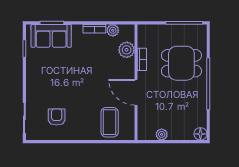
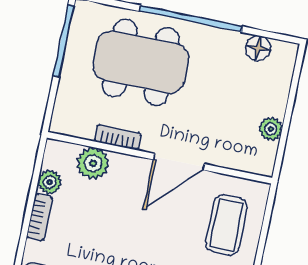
dining table: (181, 63) -> (141, 62), width x1.38
coffee table: (110, 122) -> (226, 225), turned 90
floor lamp: (200, 134) -> (258, 48), moved

